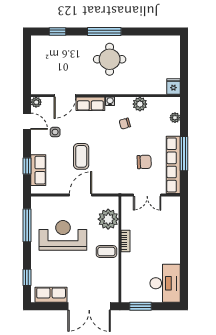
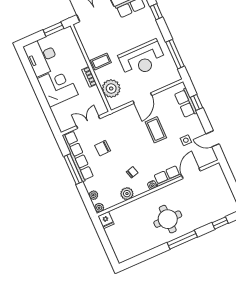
plant: (36, 102) -> (99, 208), moved
corner desk: (162, 245) -> (58, 87), added

